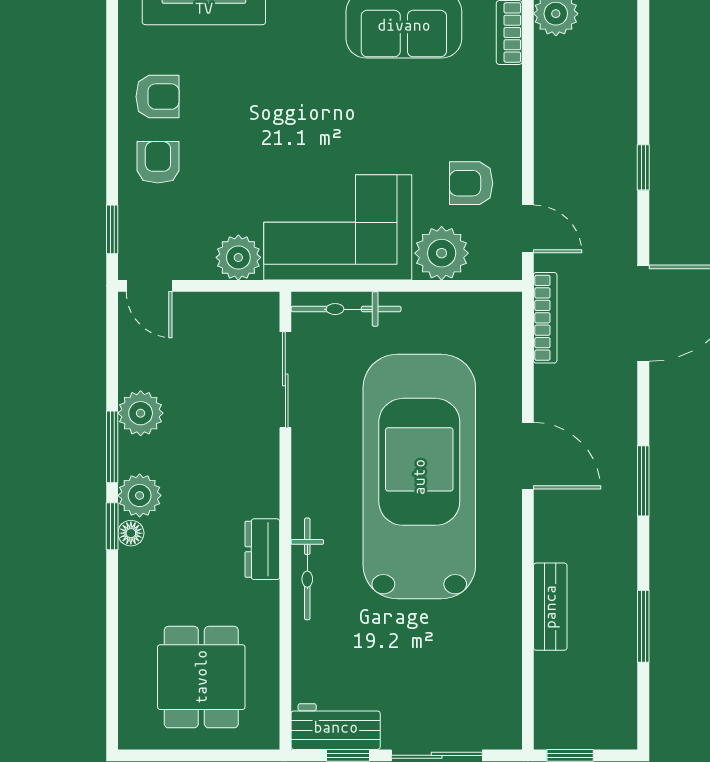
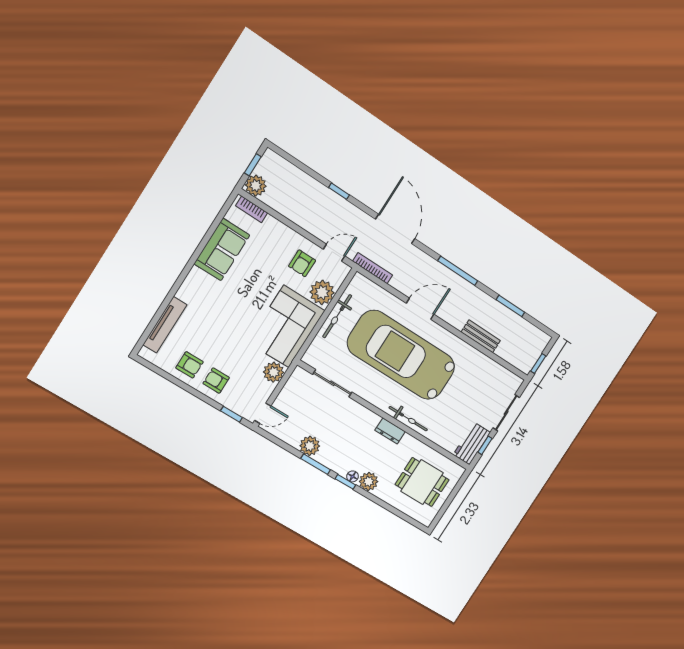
armchair: (157, 97) -> (190, 365), turned 90
bicycle: (346, 309) -> (337, 316), moved
window: (643, 481) -> (458, 271), width x1.44
plant: (140, 495) -> (369, 482), moved

